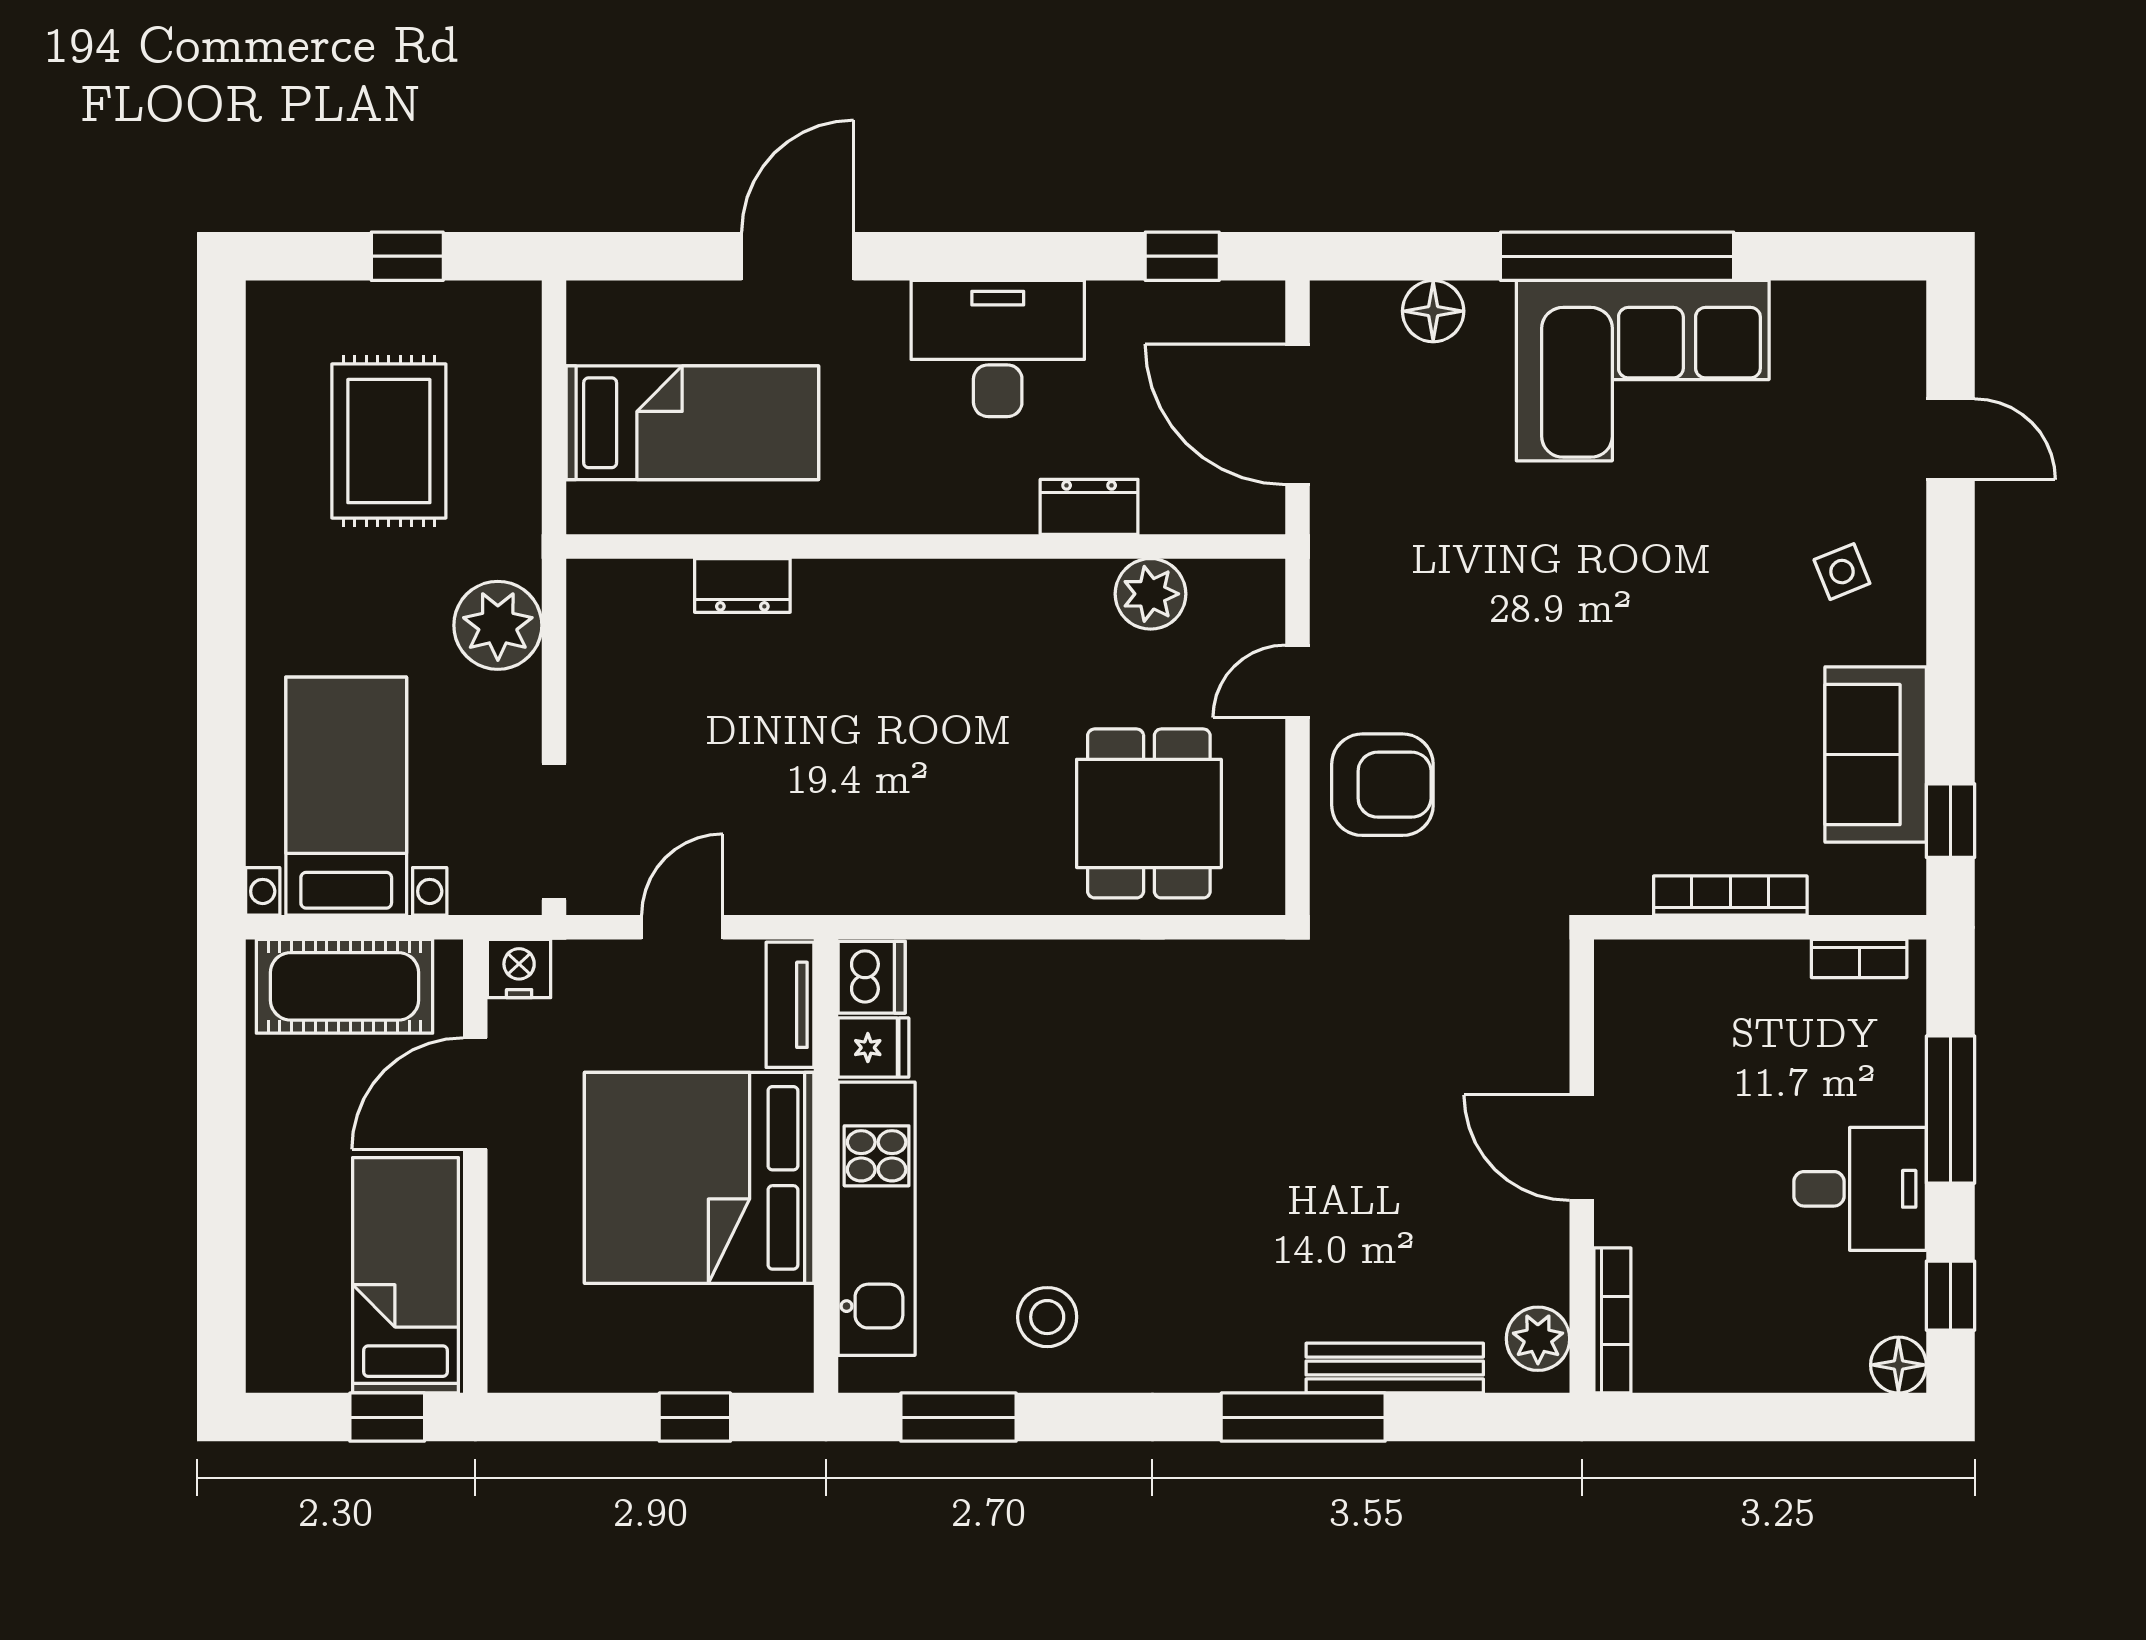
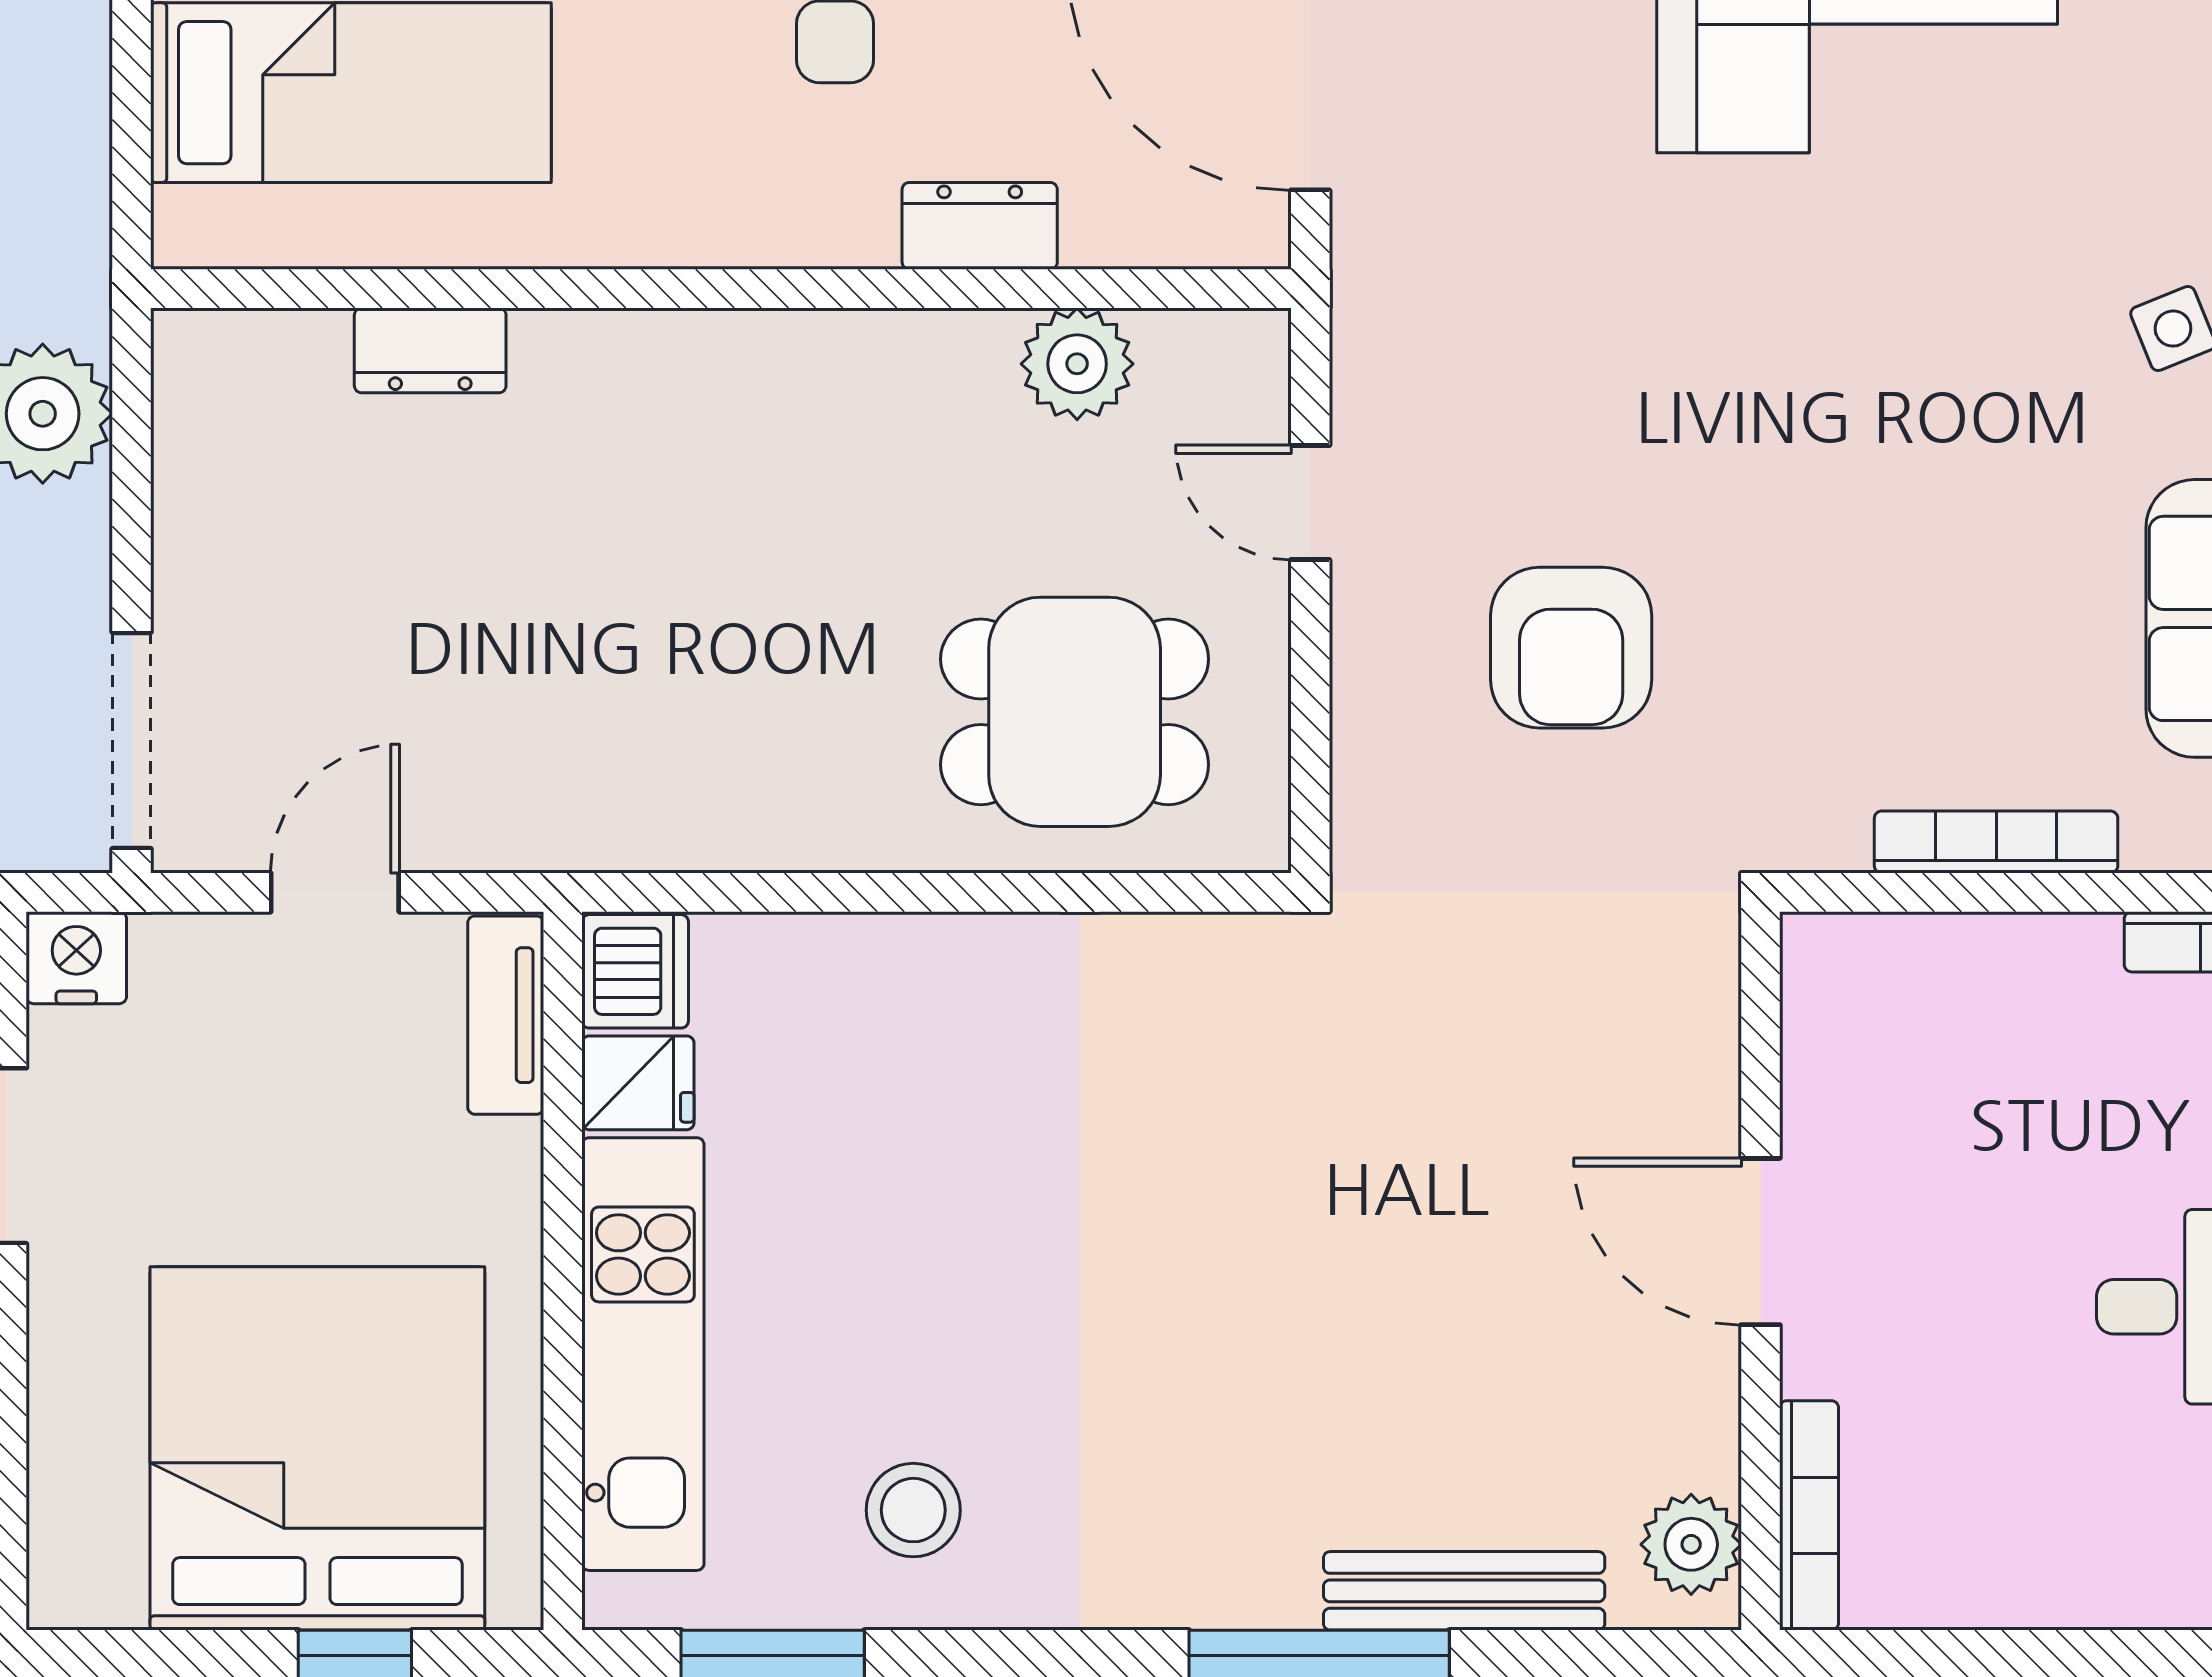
door: (1298, 681) -> (1310, 502), hinge flipped
armchair: (1382, 785) -> (1571, 648), moved, turned 90
dining table: (1149, 813) -> (1075, 712), turned 90
bed: (699, 1178) -> (317, 1448), moved, turned 90

